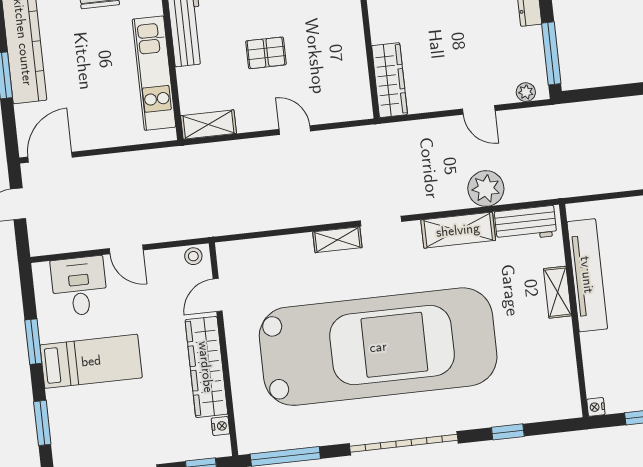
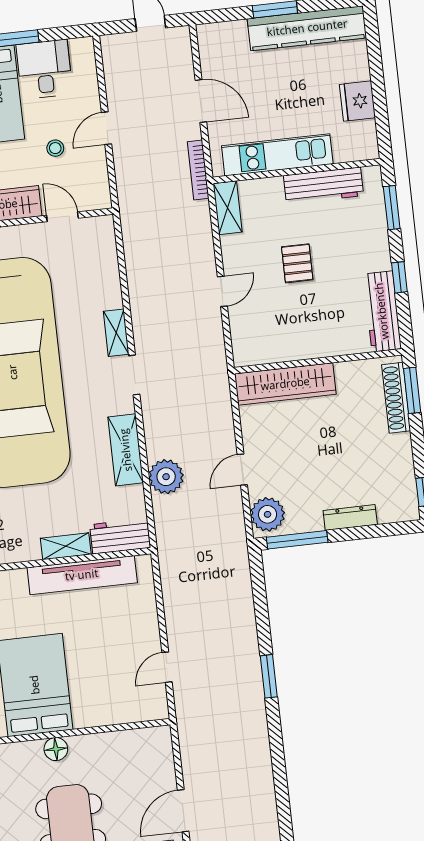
wardrobe: (390, 80) -> (285, 384), width x1.40, depth x1.17
plant: (526, 92) -> (268, 514), width x1.87, depth x1.87
bookcase: (170, 155) -> (198, 170), added
door: (50, 157) -> (201, 101), moved
workbench: (526, 224) -> (120, 536), moved, turned 90
stool: (193, 256) -> (55, 148), moved
desk: (79, 286) -> (44, 69), moved, turned -90

